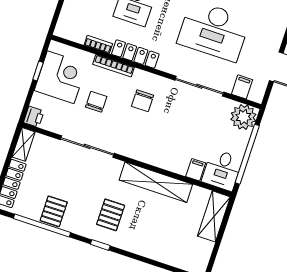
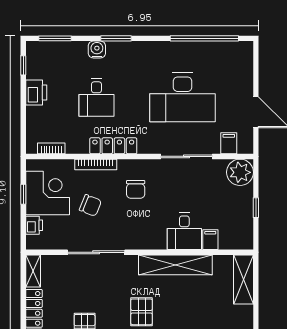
bookcase: (98, 44) -> (51, 148), moved
chair: (96, 102) -> (90, 205), turned 112
printer: (34, 117) -> (34, 225), moved
window: (247, 154) -> (256, 208), width x0.32
desk: (222, 170) -> (184, 231), moved

